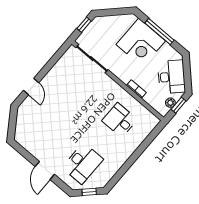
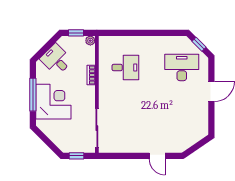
desk: (171, 77) -> (56, 60), width x0.73
door: (31, 86) -> (157, 156), swing flipped
plant: (170, 103) -> (90, 41), moved
desk: (120, 120) -> (125, 68), turned -90

